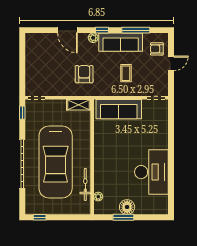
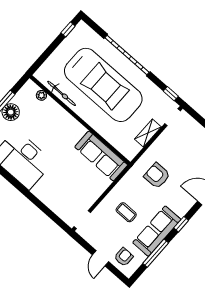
plant: (93, 38) -> (181, 211), removed
armchair: (84, 74) -> (157, 176), turned 180
shelving: (79, 105) -> (148, 133), moved
sofa: (119, 109) -> (101, 156), moved, turned -90
car: (56, 162) -> (103, 85), turned 180

